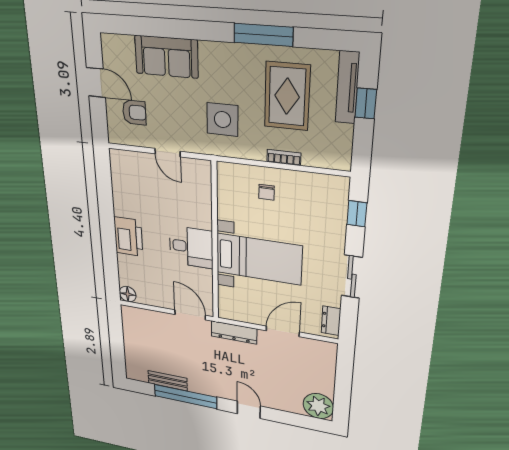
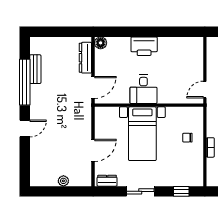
door: (167, 153) -> (205, 90), moved
door: (283, 331) -> (93, 150), hinge flipped
dresser: (234, 332) -> (85, 58), moved
plant: (318, 406) -> (63, 181), moved, width x0.53, depth x0.53

